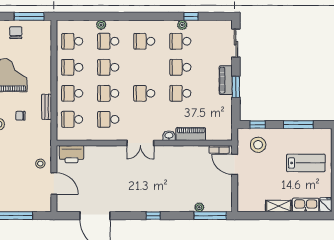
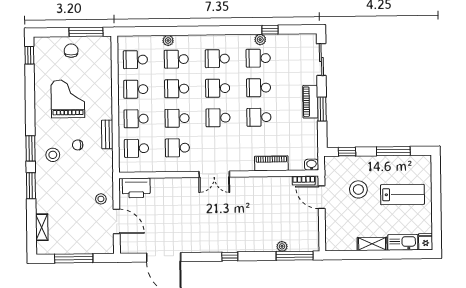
school desk: (144, 67) -> (218, 88), added
washbasin: (169, 136) -> (311, 165), moved
stool: (258, 145) -> (358, 189), moved

